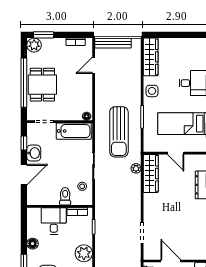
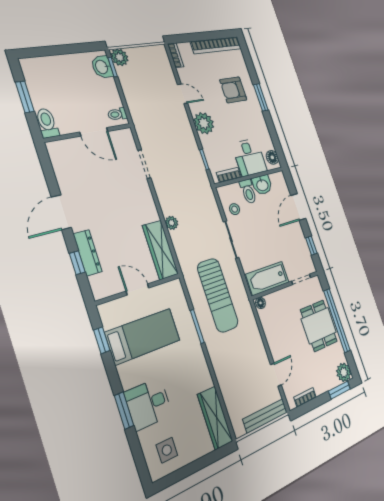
side table: (152, 91) -> (167, 450), moved
sun lounger: (119, 132) -> (218, 295), turned 180
washbasin: (34, 153) -> (262, 185), moved, turned -90
plant: (136, 168) -> (172, 223), moved
floor lamp: (33, 244) -> (272, 157), moved

